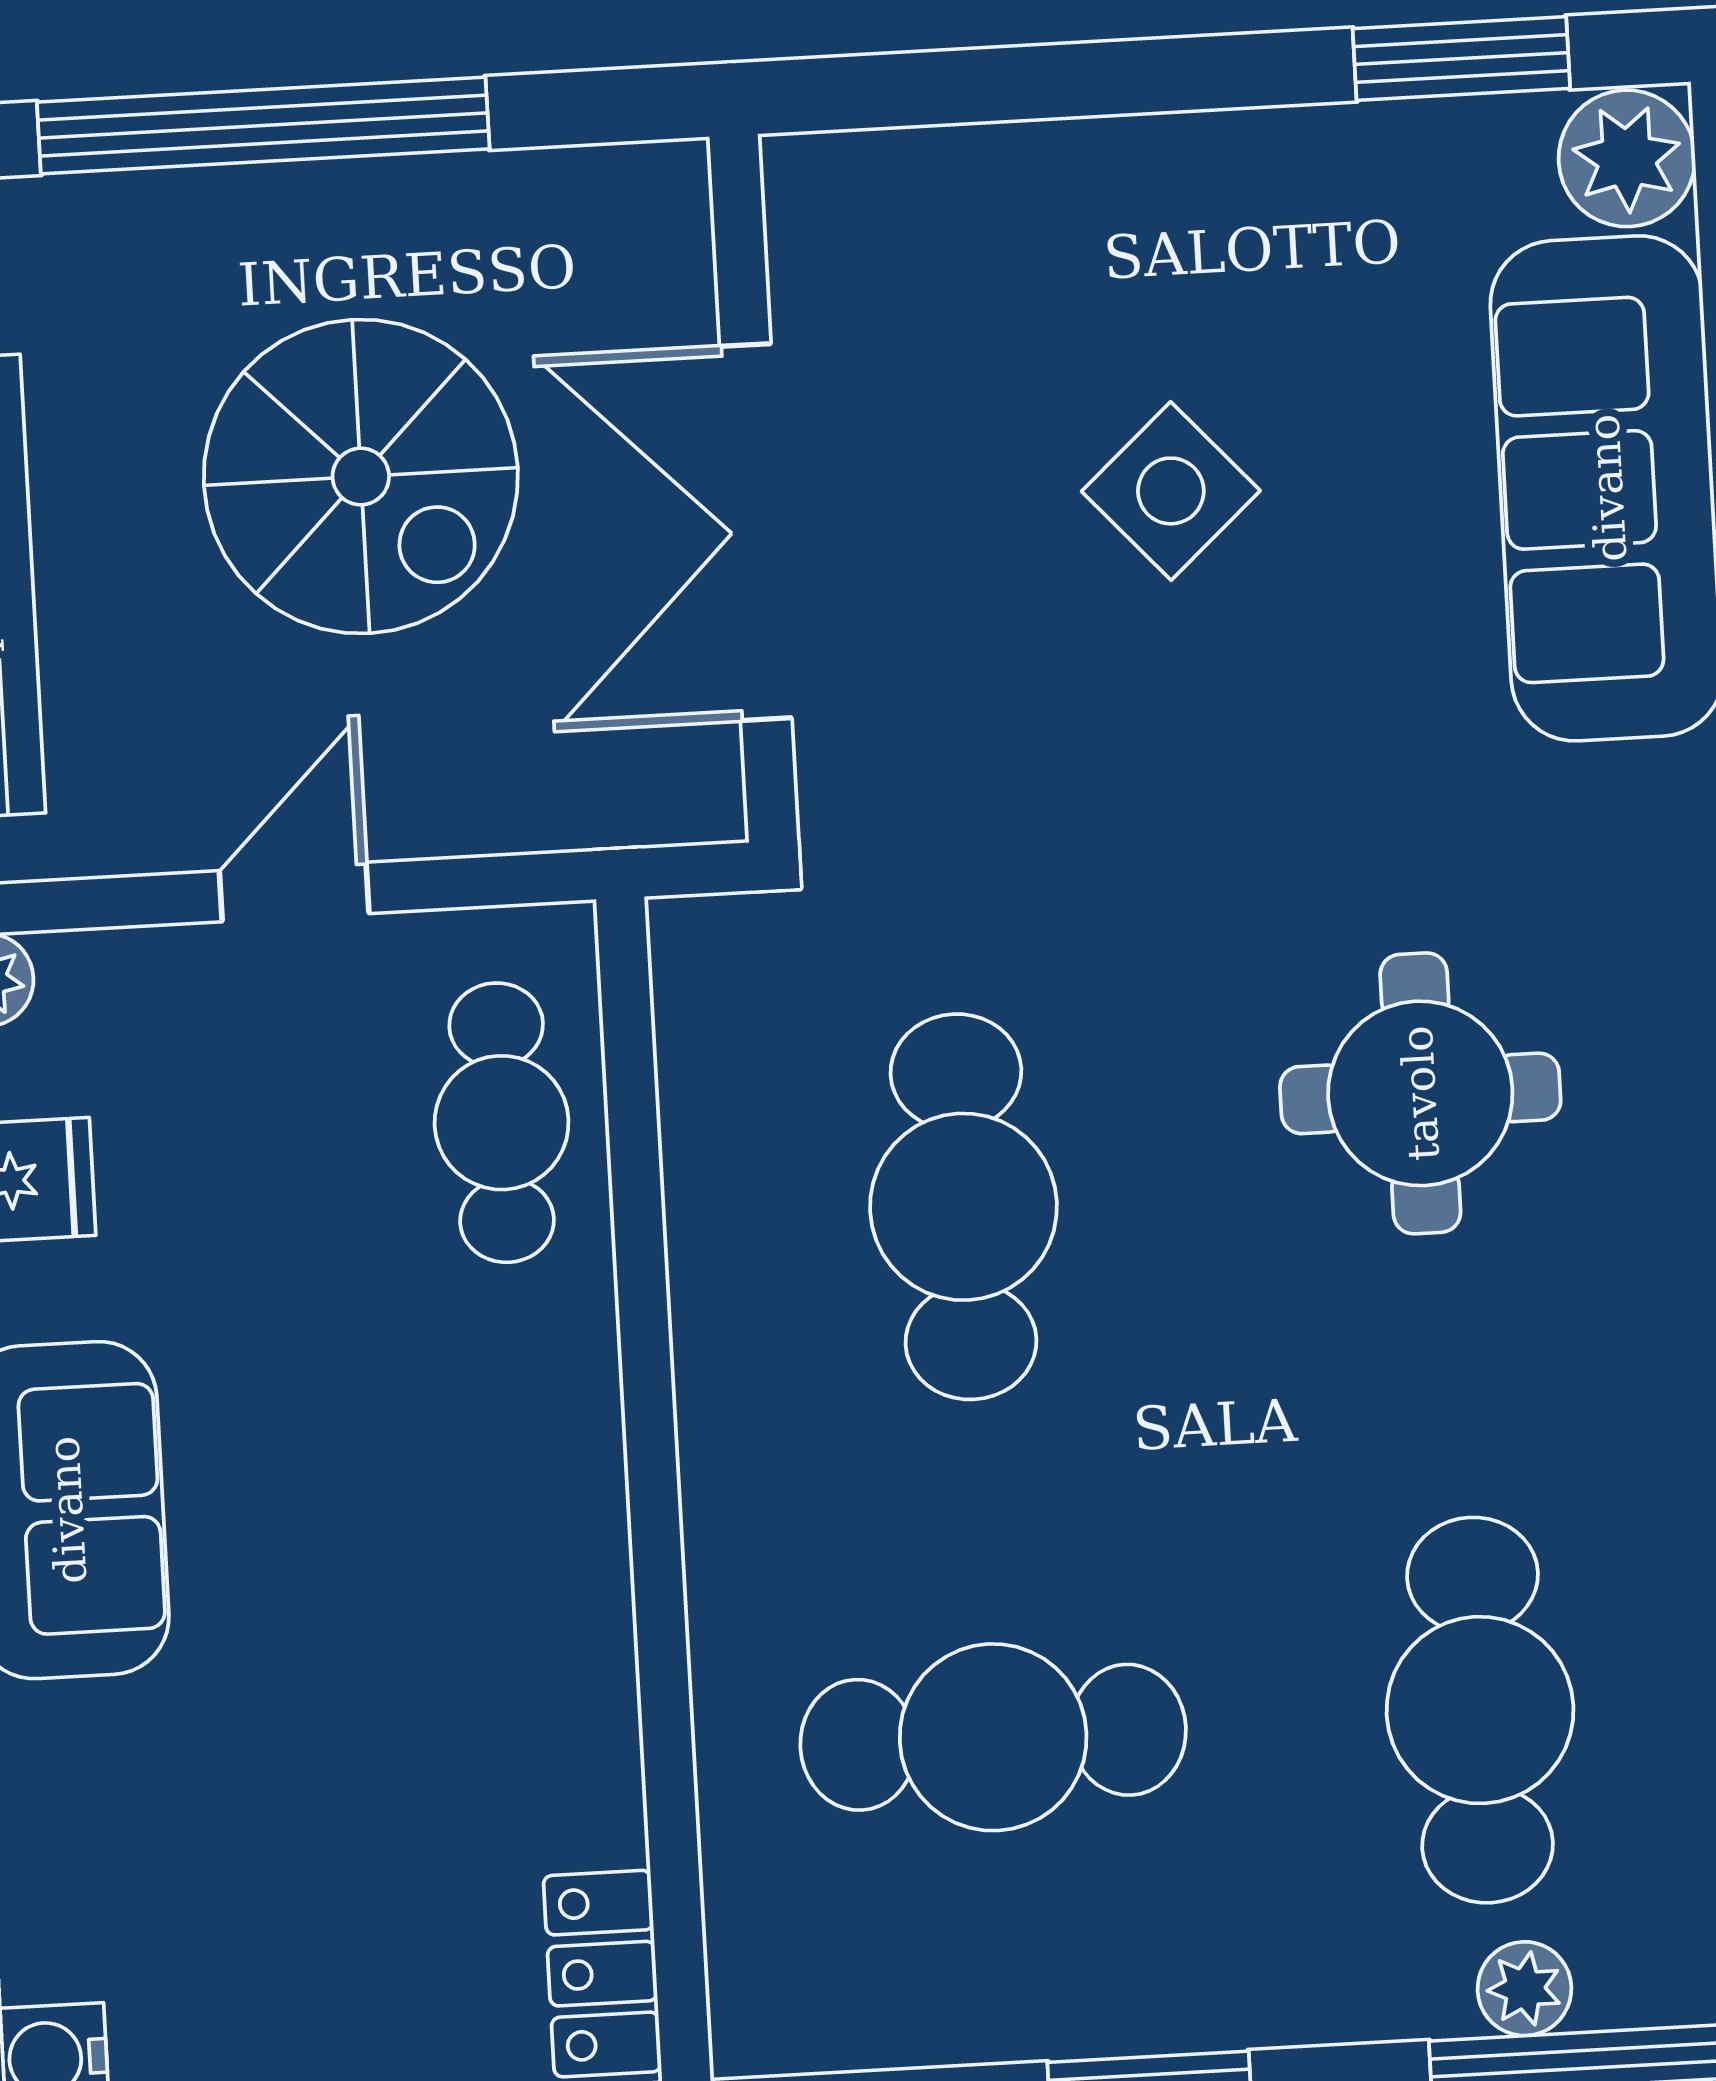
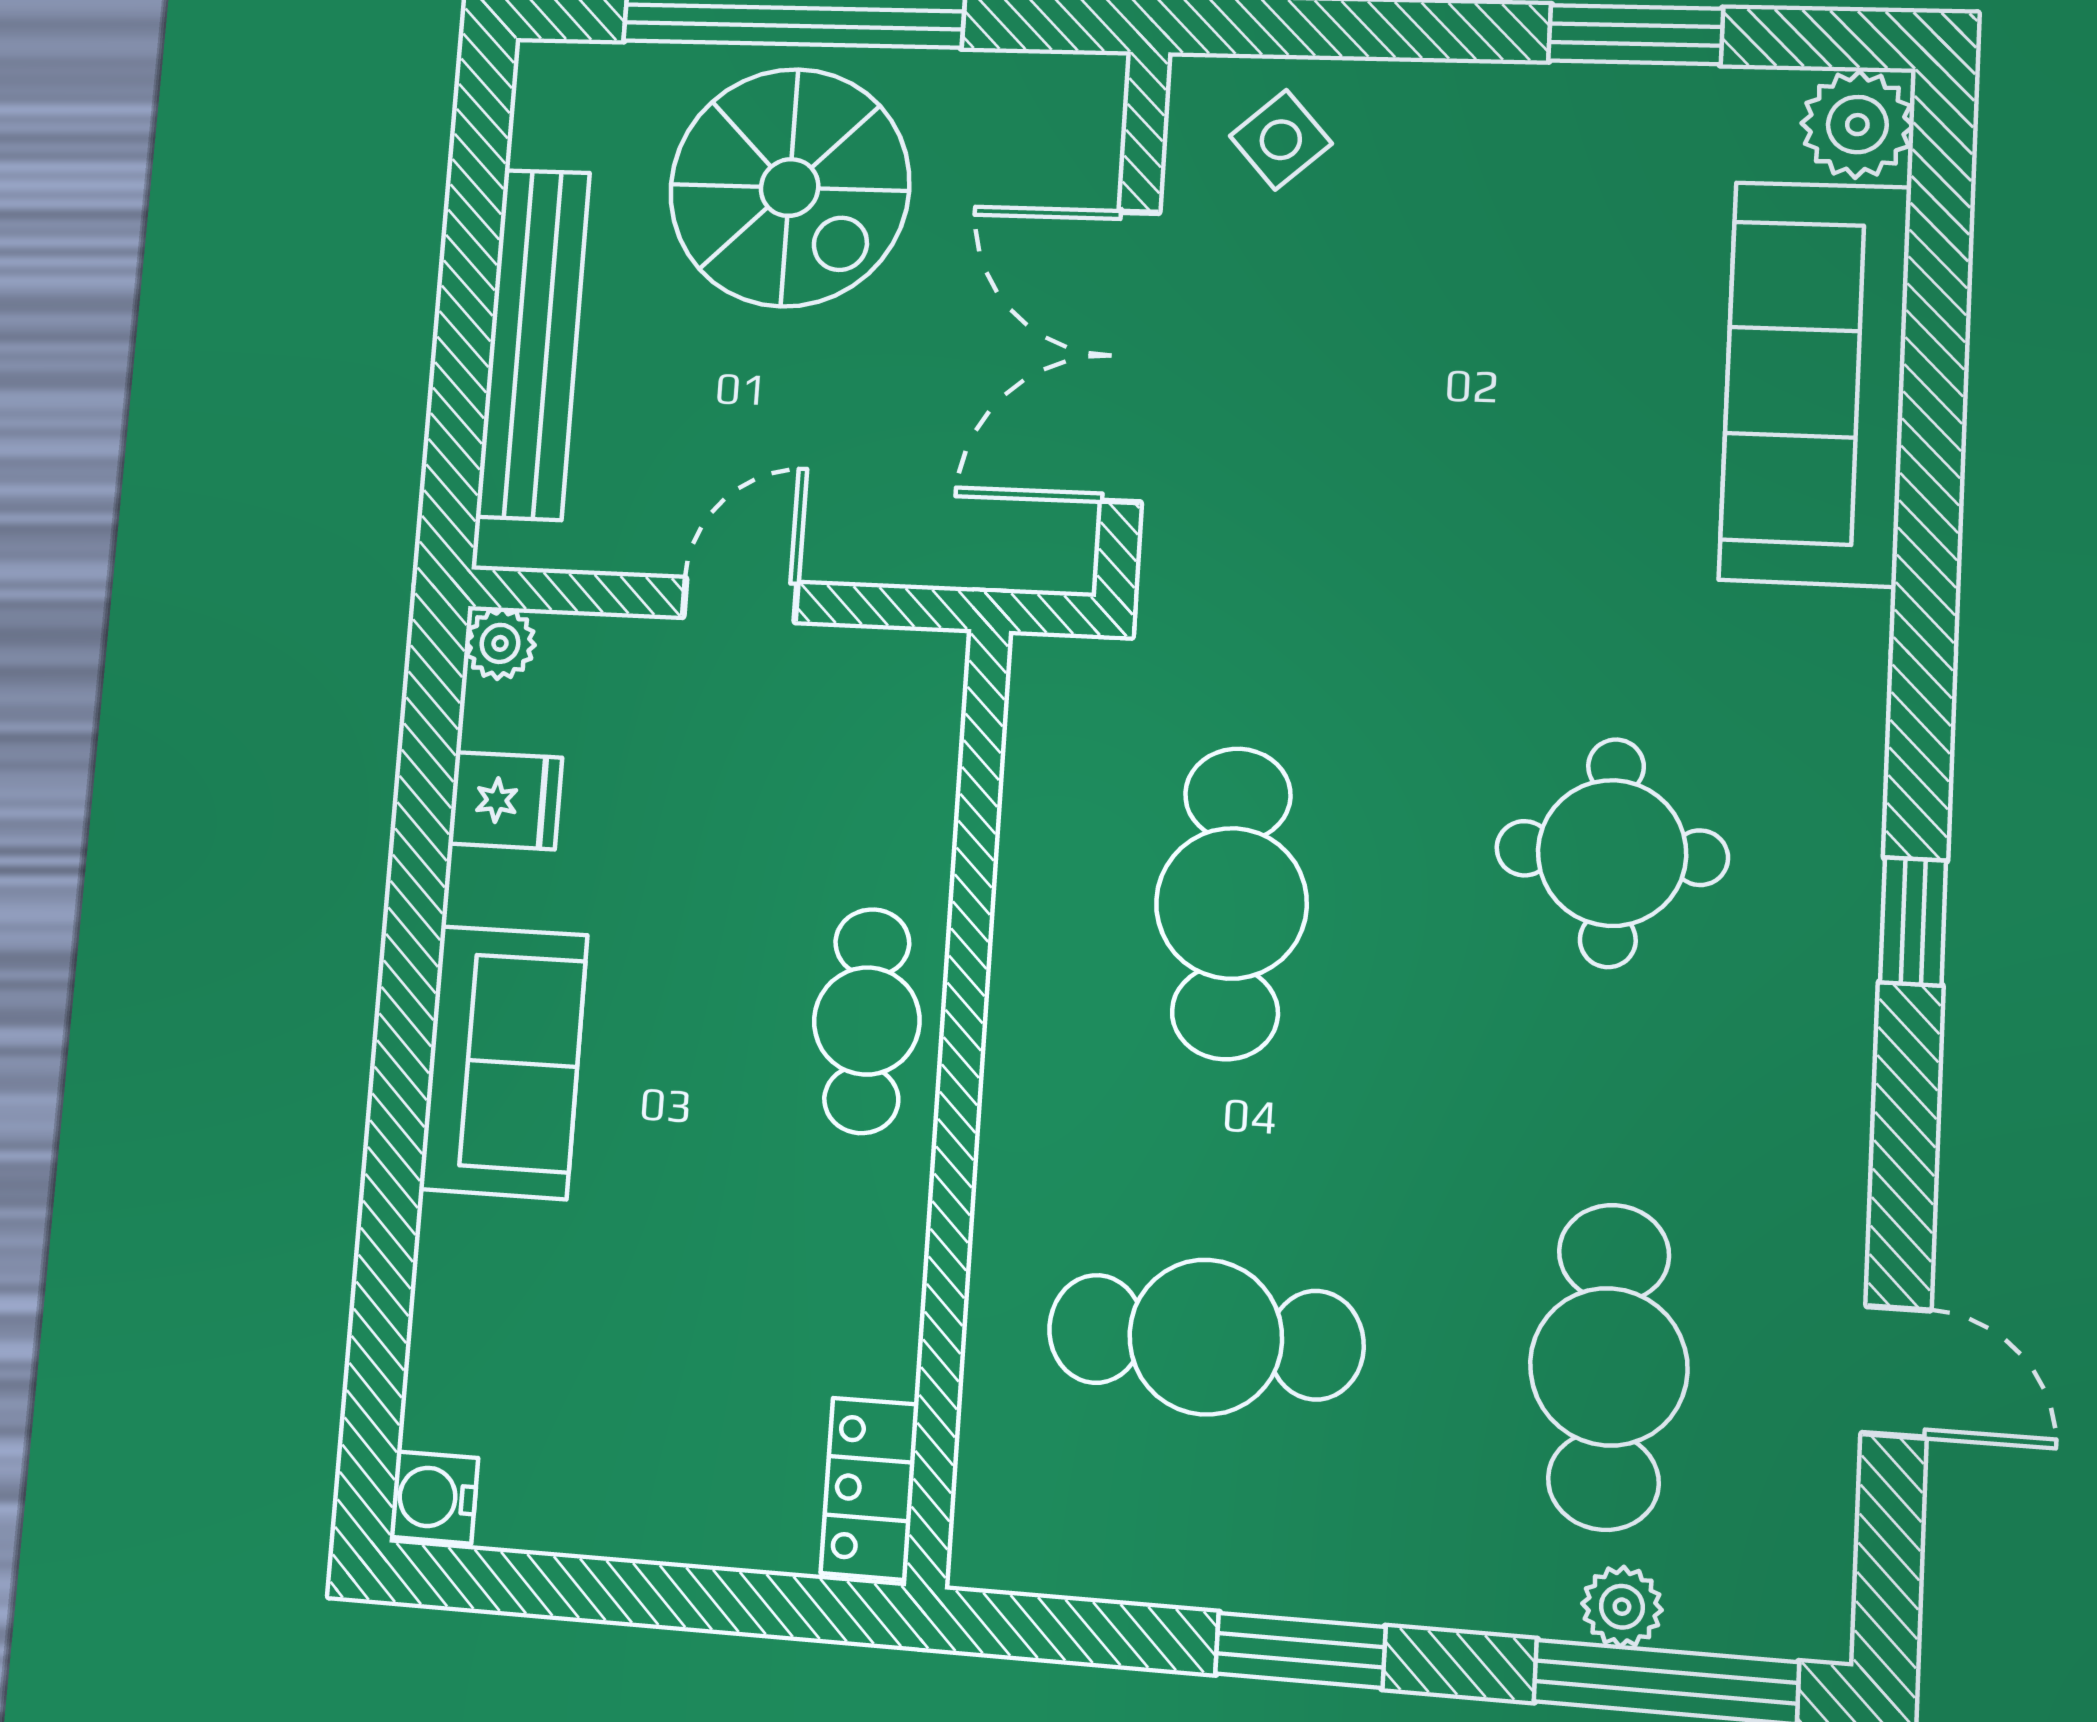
window: (1461, 59) -> (1636, 35), moved
spiral stairs: (361, 477) -> (790, 187), moved
side table: (1171, 491) -> (1281, 140), moved, width x0.73, depth x0.73
cafe table: (502, 1123) -> (867, 1021), moved

